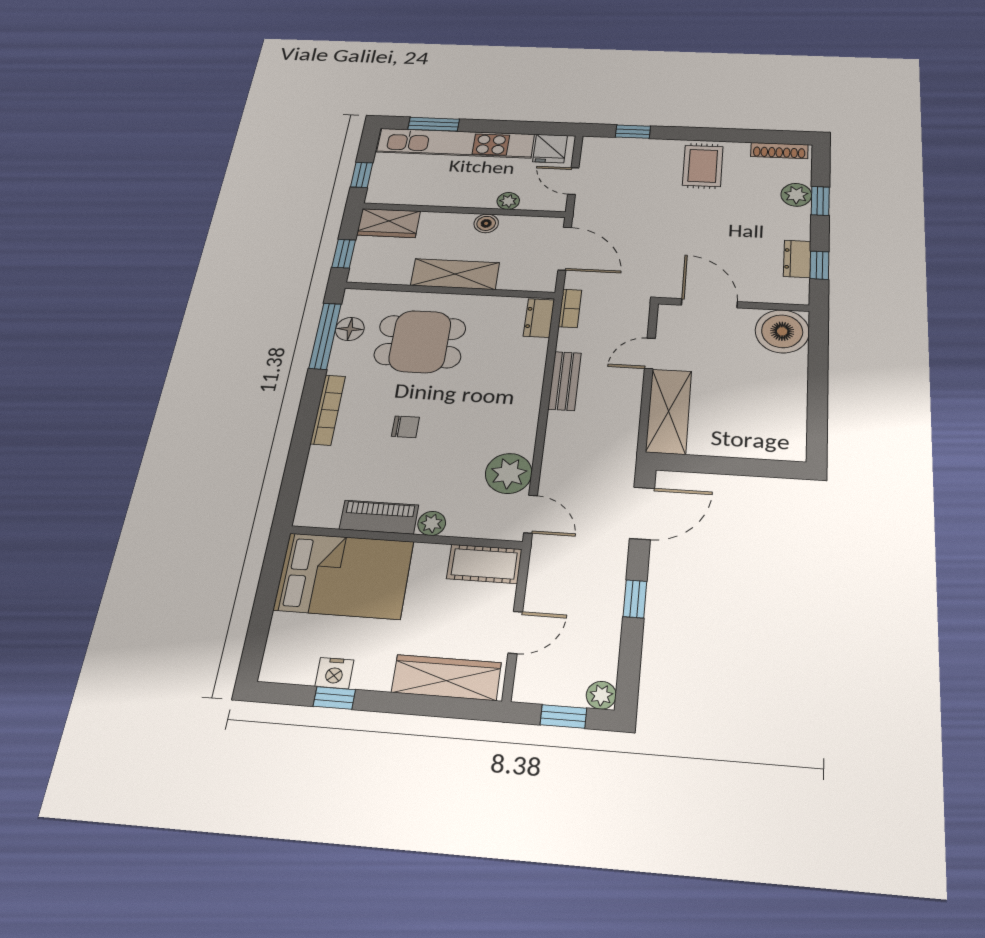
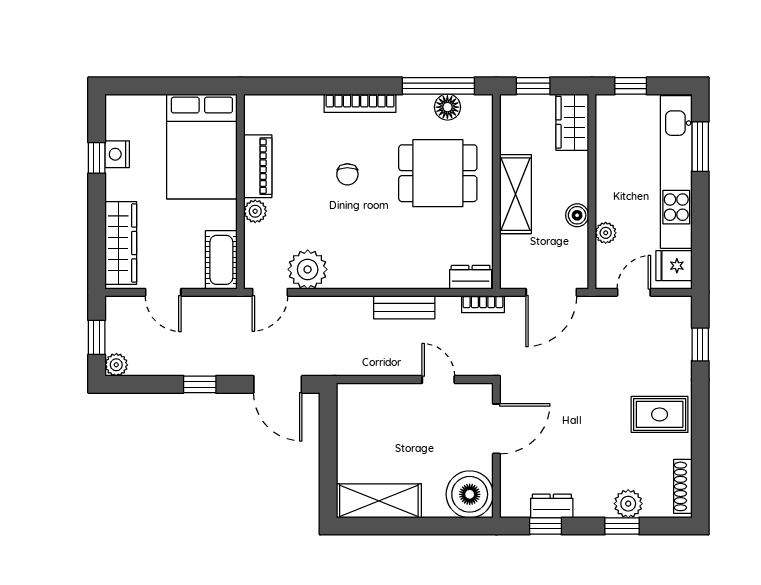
dining table: (420, 342) -> (438, 173), turned 90
shelving: (669, 411) -> (379, 501), moved

